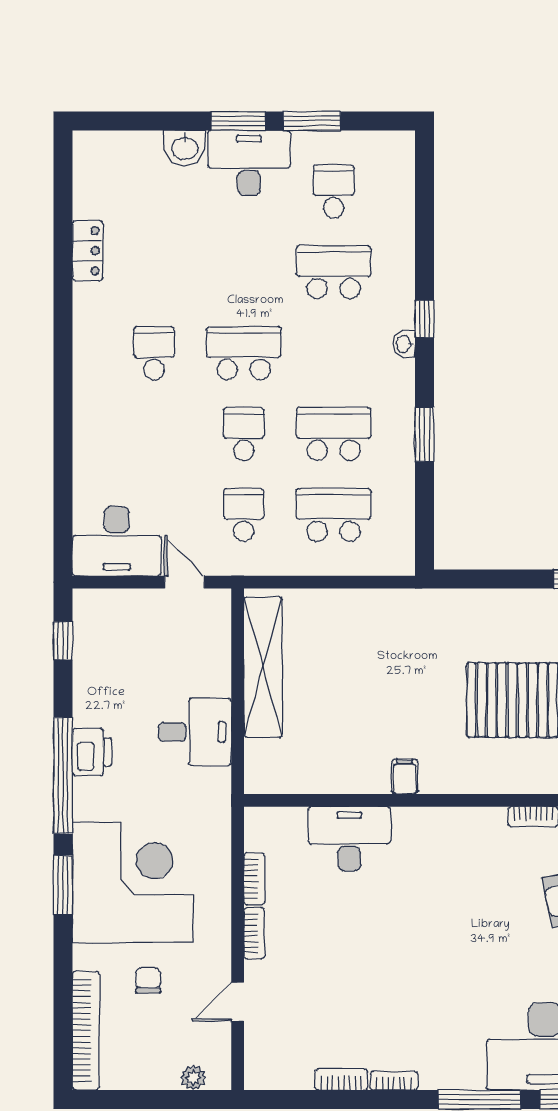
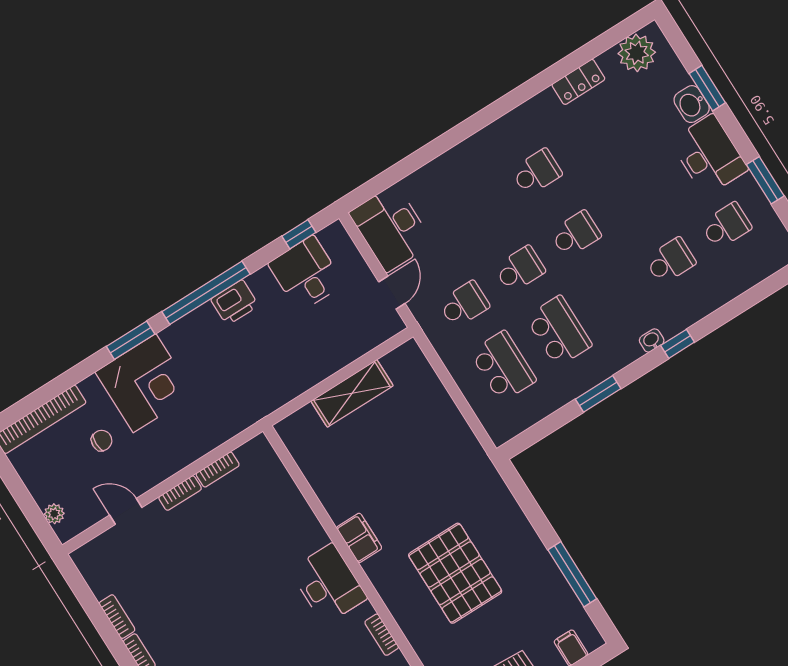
window: (238, 121) -> (707, 88), moved
plant: (96, 171) -> (637, 53), added
school desk: (334, 272) -> (670, 261), width x0.54
school desk: (244, 353) -> (576, 234), width x0.54
shelving: (263, 667) -> (352, 393), width x0.68
desk: (195, 732) -> (306, 274), moved, turned 180
filing cabinet: (405, 777) -> (359, 538), width x2.00
desk: (349, 839) -> (328, 584), moved
corner desk: (133, 882) -> (145, 383), width x0.74, depth x0.74

